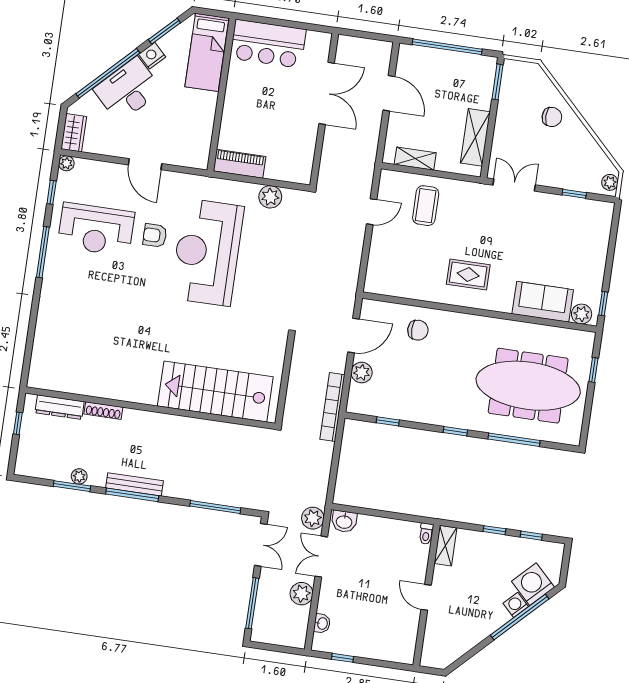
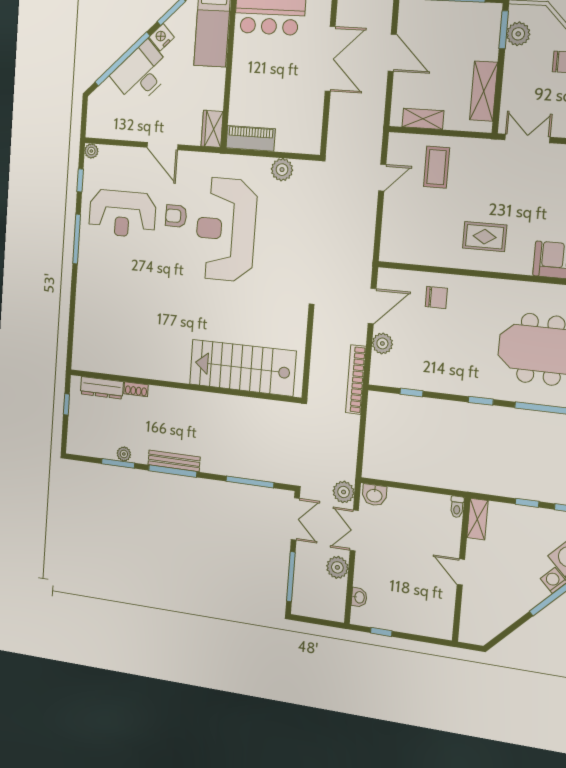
plant: (511, 87) -> (518, 34), added
wardrobe: (74, 133) -> (212, 129), moved, turned 180
shoe rack: (103, 411) -> (136, 389), width x0.70

